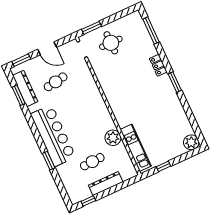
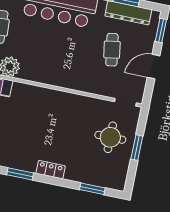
window: (91, 28) -> (137, 148), moved
window: (151, 30) -> (92, 189), width x0.69

